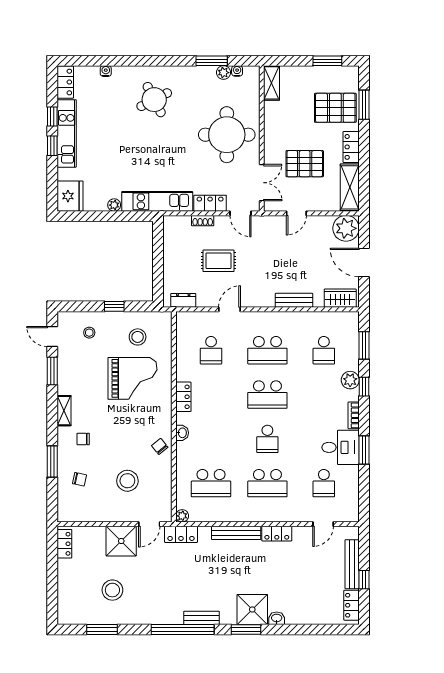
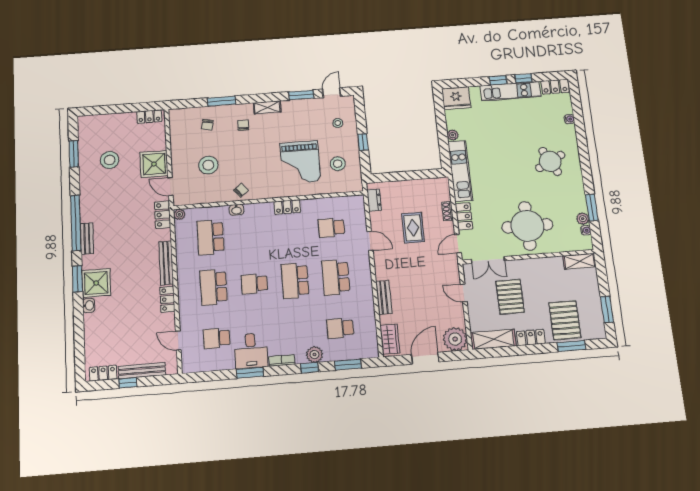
washbasin: (182, 433) -> (236, 210), moved

